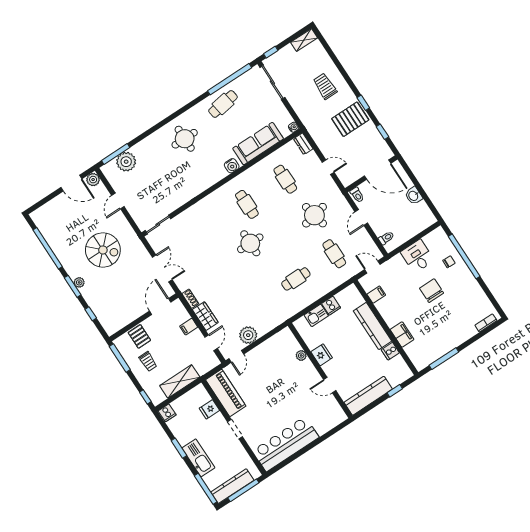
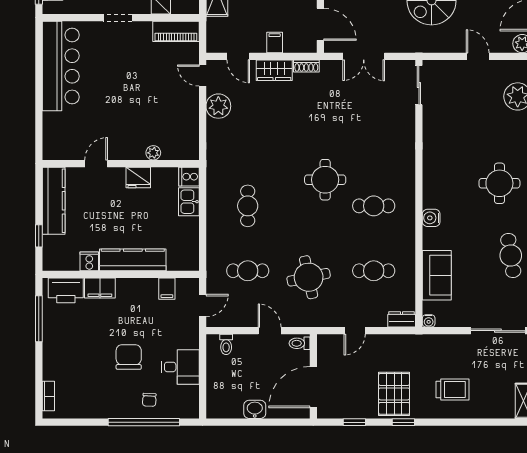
sofa: (258, 144) -> (437, 275), width x0.73
chair: (432, 291) -> (129, 357), turned -90
cooker: (331, 306) -> (189, 177), moved
printer: (417, 354) -> (66, 290), added
piano: (226, 393) -> (176, 31), width x0.73, depth x0.75

